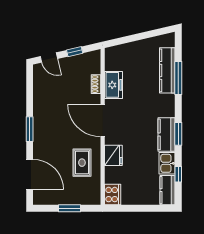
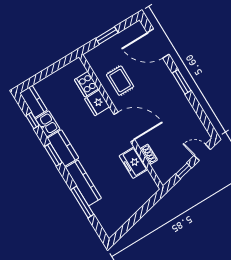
kitchen counter: (167, 70) -> (83, 183), moved
cooker: (113, 195) -> (87, 84), moved

